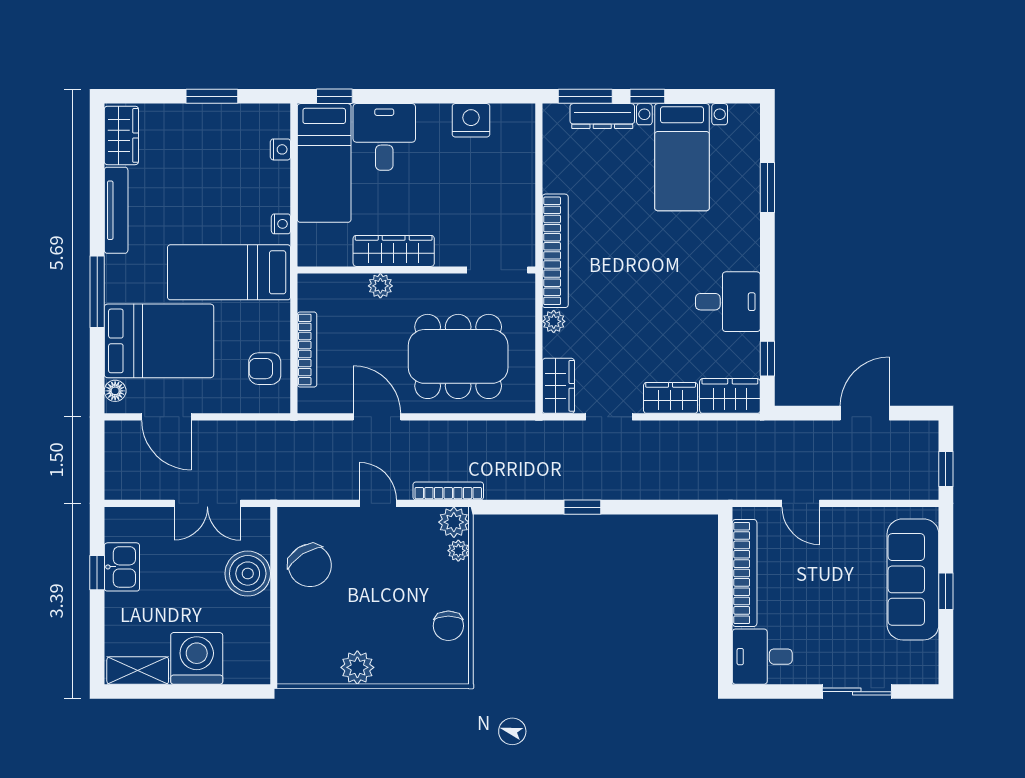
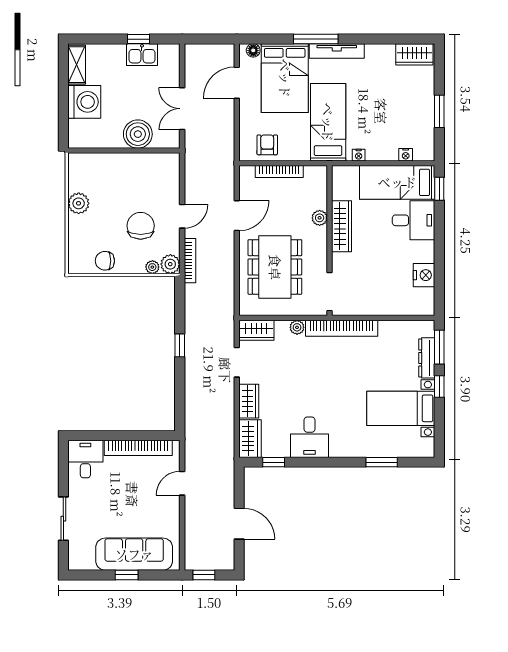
tv unit: (116, 210) -> (337, 51), moved
chair: (310, 565) -> (141, 226), moved, turned 122

